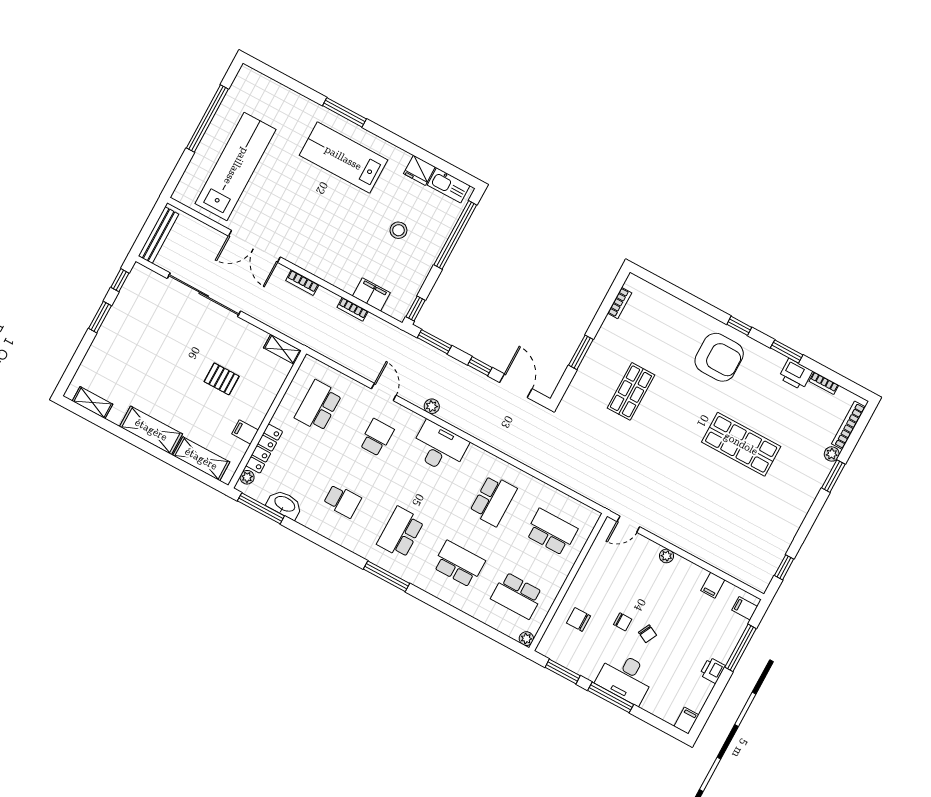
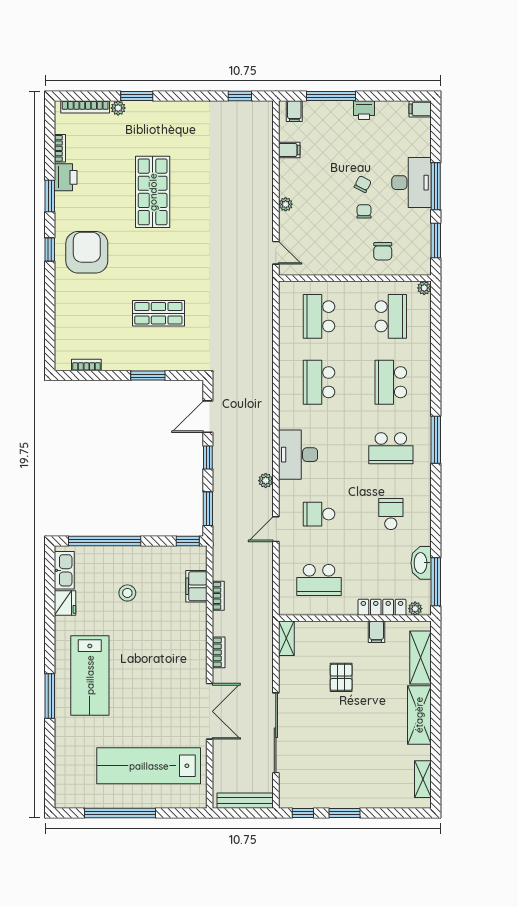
school desk: (493, 500) -> (319, 382), turned -90

